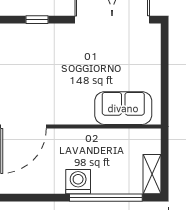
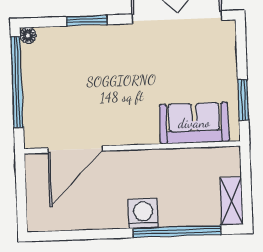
window: (37, 20) -> (87, 21), width x1.50
window: (165, 90) -> (243, 100), added

